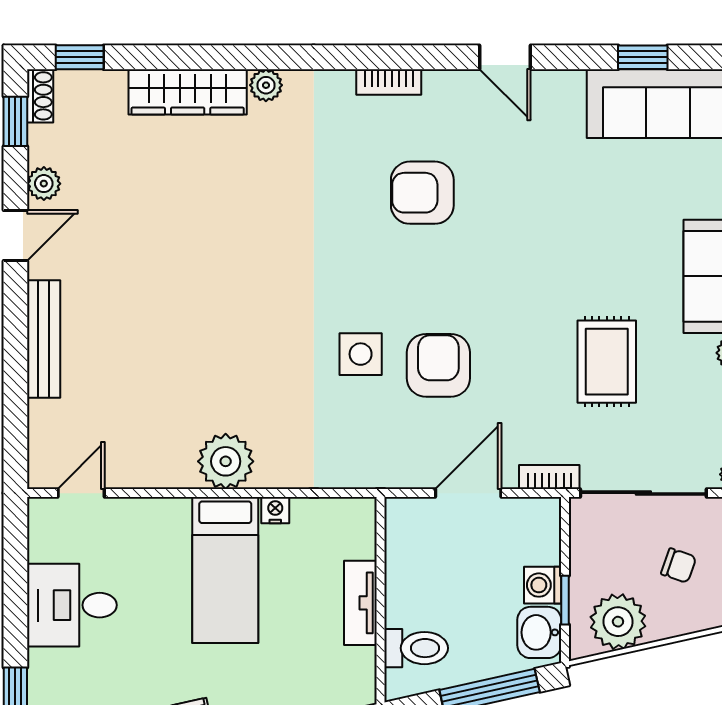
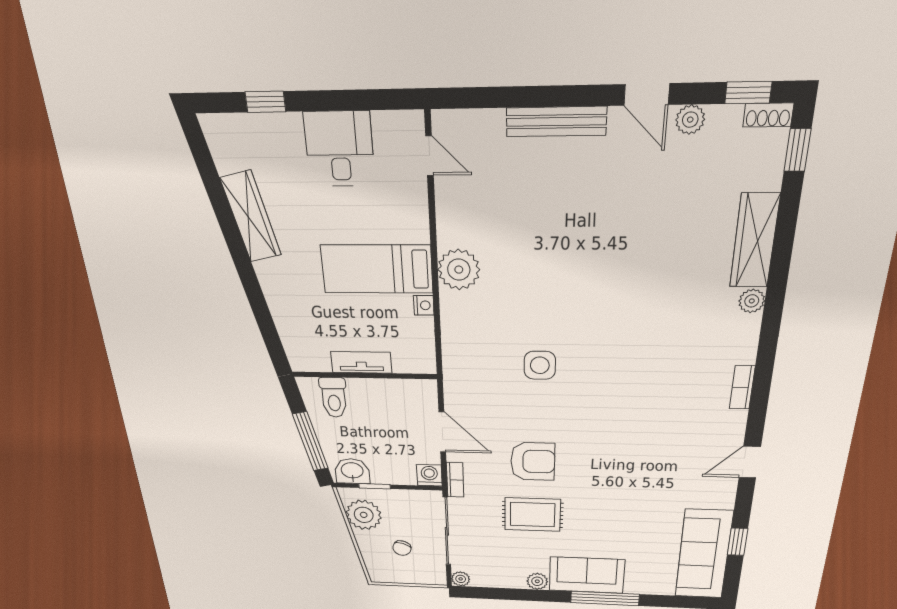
armchair: (422, 193) -> (656, 408), removed
armchair: (438, 365) -> (533, 461), moved
washing machine: (543, 585) -> (429, 475), moved

